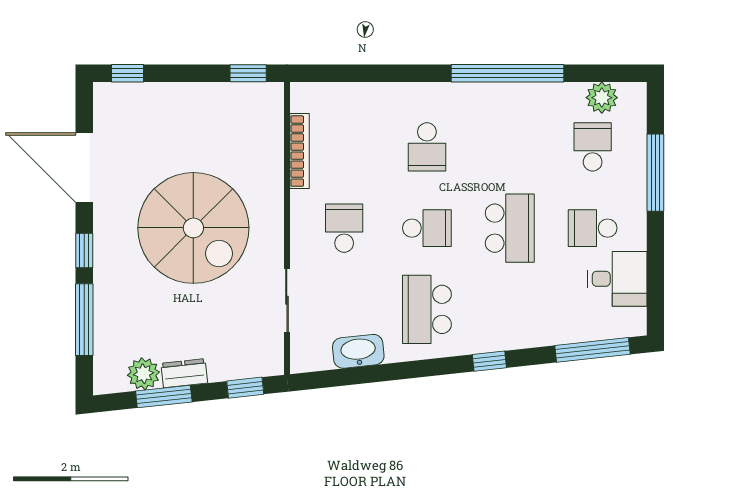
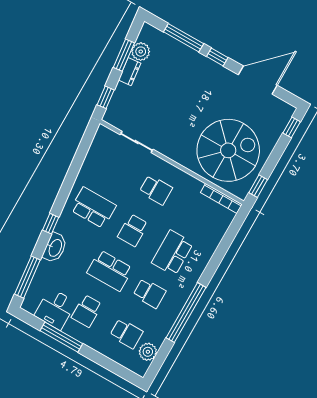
school desk: (427, 147) -> (172, 253), width x1.85
school desk: (510, 147) -> (149, 293), added
bookcase: (299, 151) -> (221, 198), moved
window: (655, 173) -> (61, 337), moved
spiral stairs: (193, 228) -> (228, 150), moved, turned 180
school desk: (593, 228) -> (87, 311), turned 180
washbasin: (358, 351) -> (55, 248), moved

